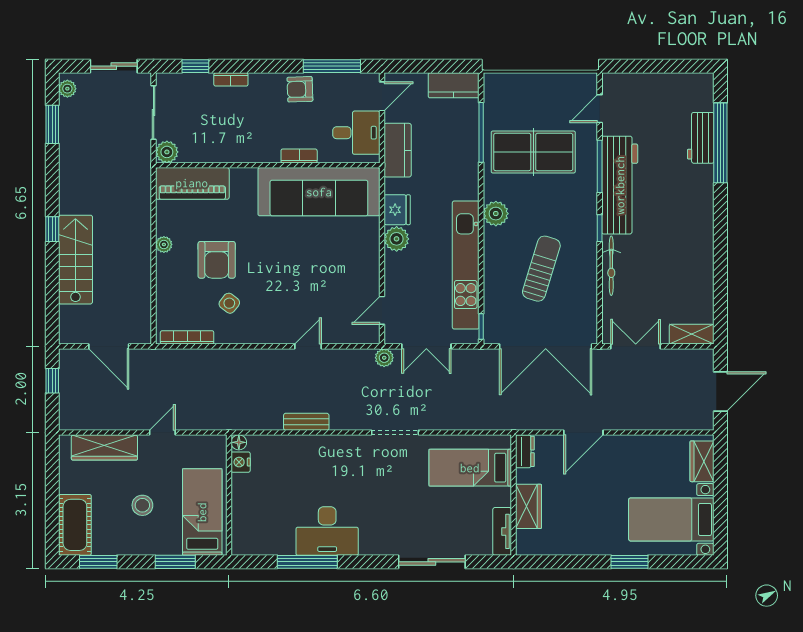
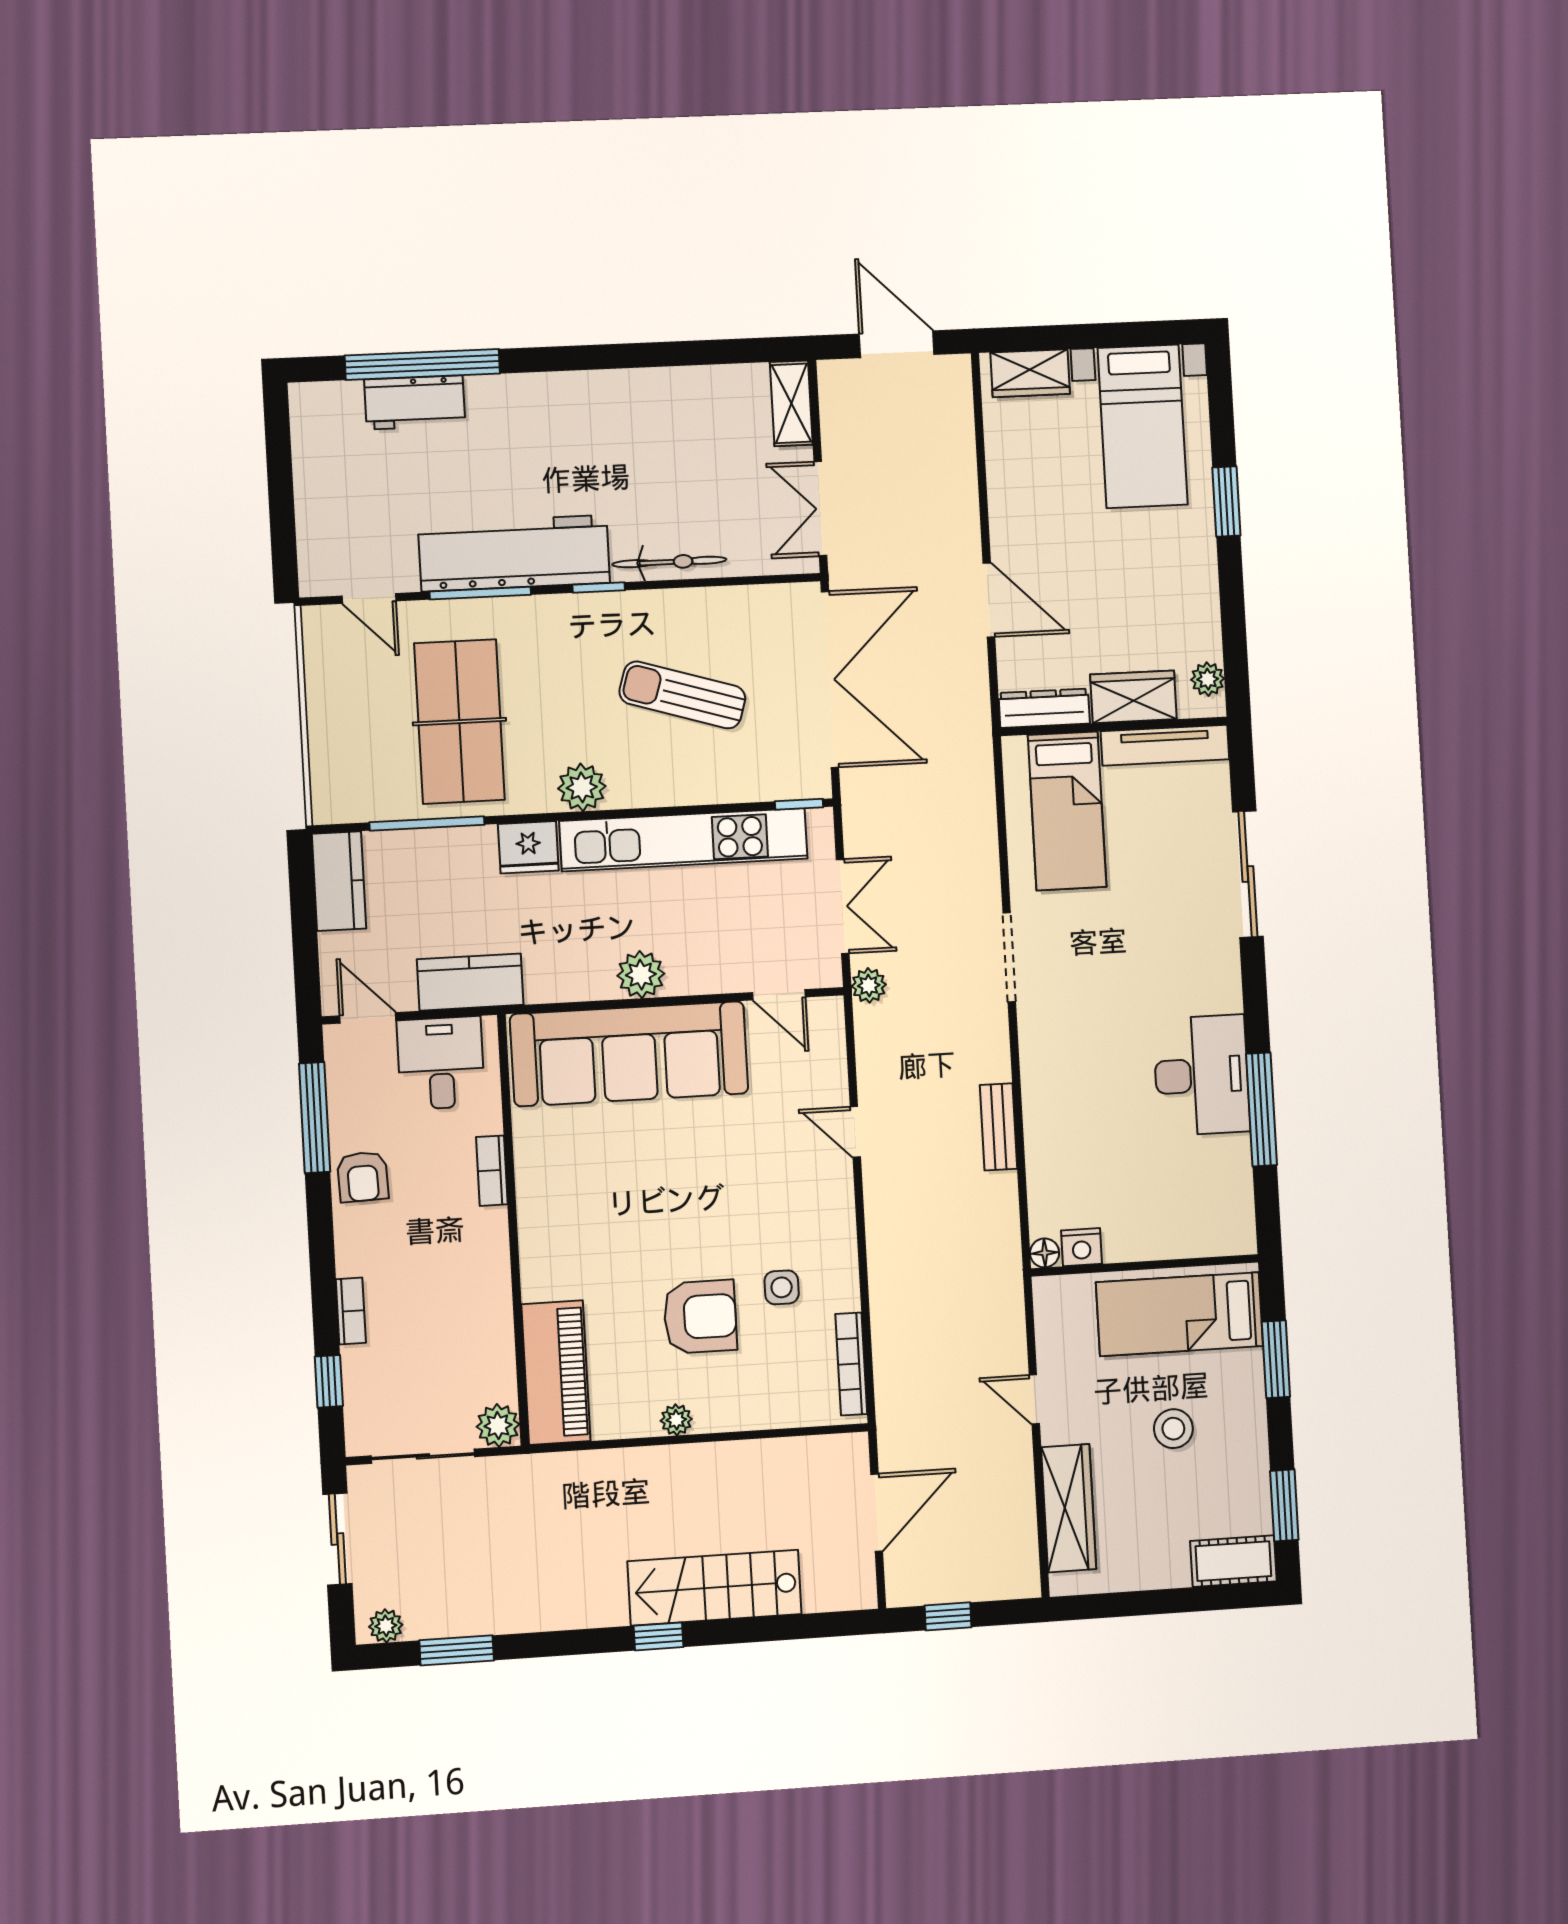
sofa: (319, 192) -> (629, 1054), moved, turned 90
fridge: (397, 210) -> (528, 847), moved, turned 180
side table: (229, 303) -> (782, 1287), turned -38
dresser: (525, 451) -> (1044, 708), width x1.44
cot: (75, 525) -> (1233, 1561), width x0.73, depth x0.75
tv unit: (502, 531) -> (1165, 745), width x1.41
plant: (536, 546) -> (1208, 679), added

